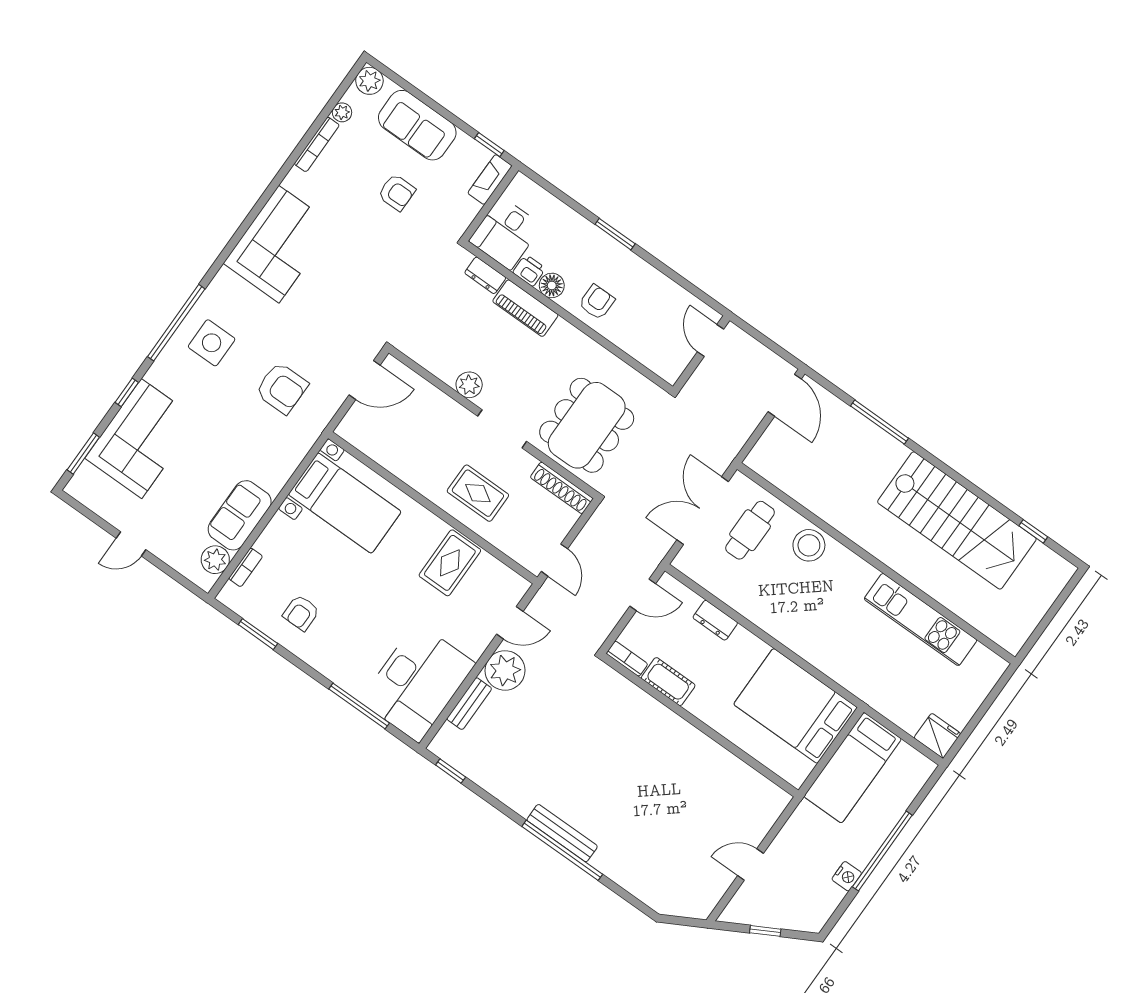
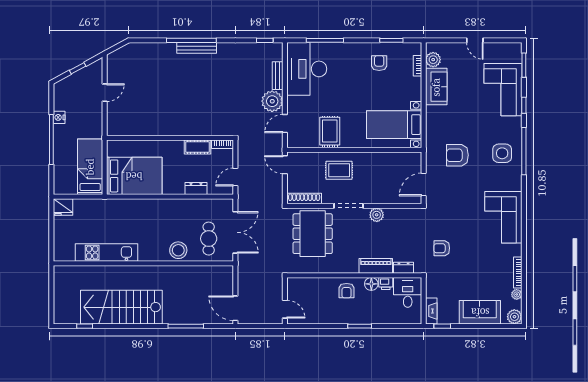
armchair: (397, 192) -> (442, 248), moved
door: (131, 544) -> (475, 40), swing flipped

